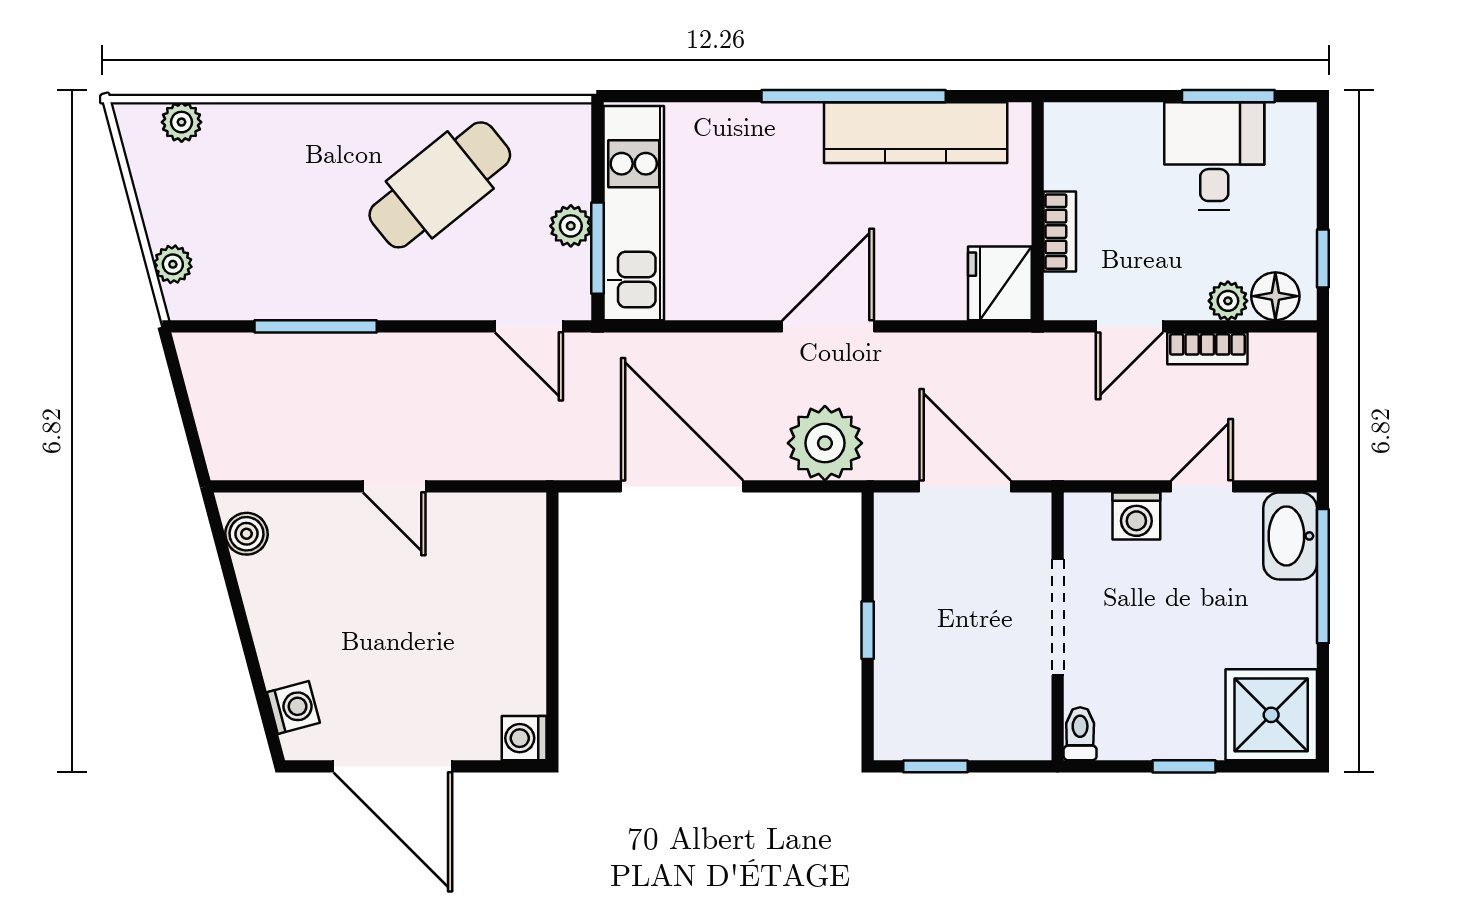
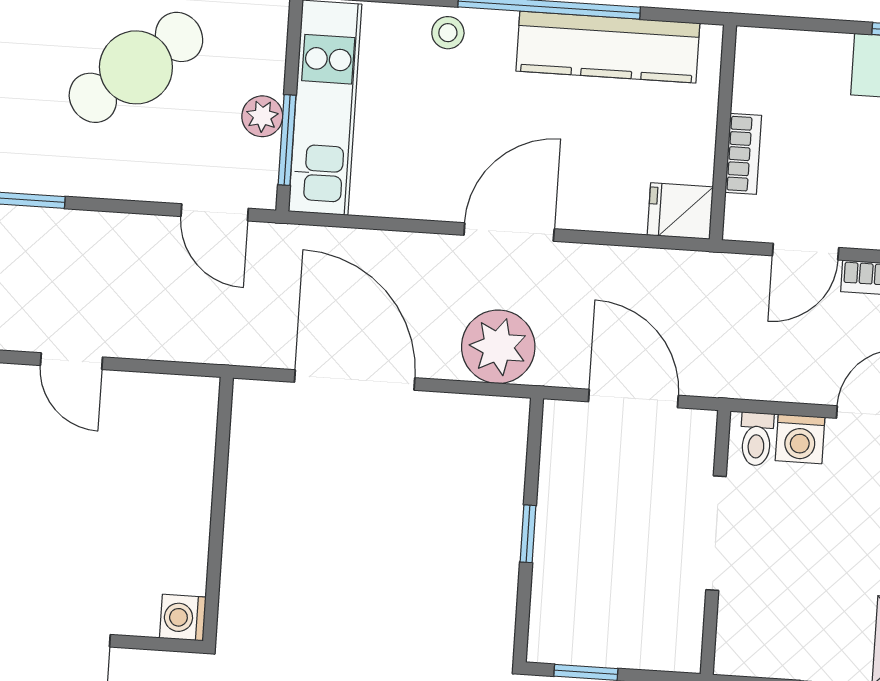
stool: (753, 129) -> (448, 33), added
fridge: (1000, 283) -> (680, 211), width x0.72
toilet: (1080, 734) -> (756, 439), moved, turned 180

